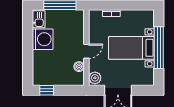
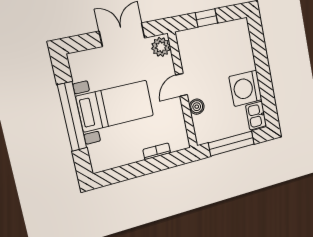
boiler: (79, 67) -> (197, 107), moved
window: (47, 90) -> (206, 18), moved

